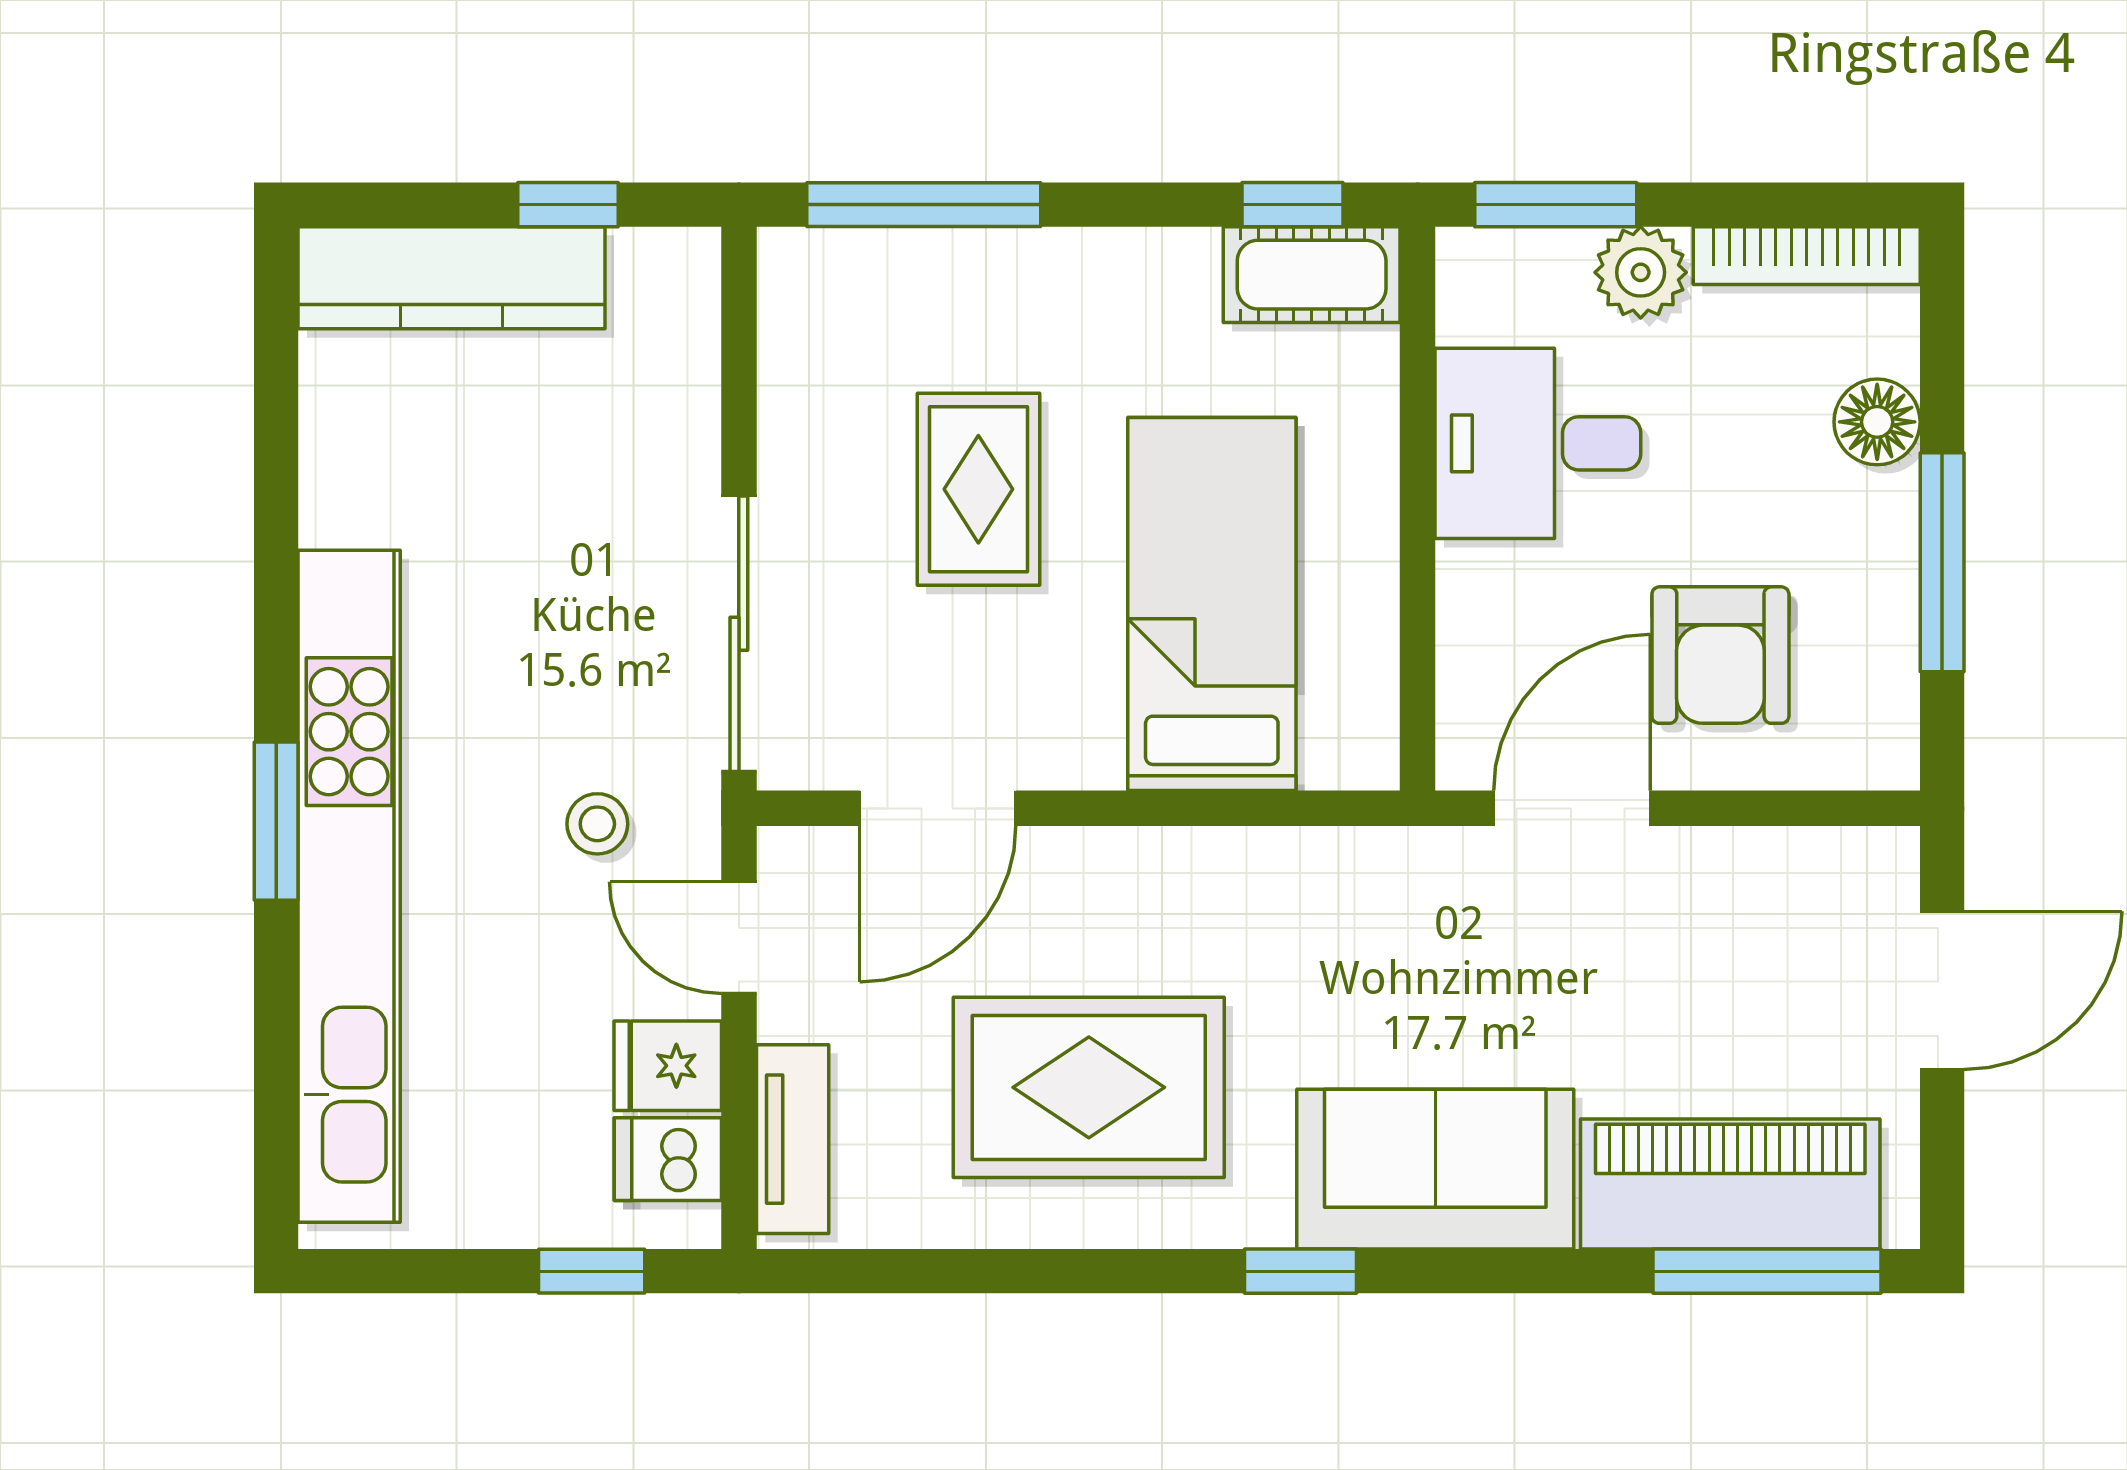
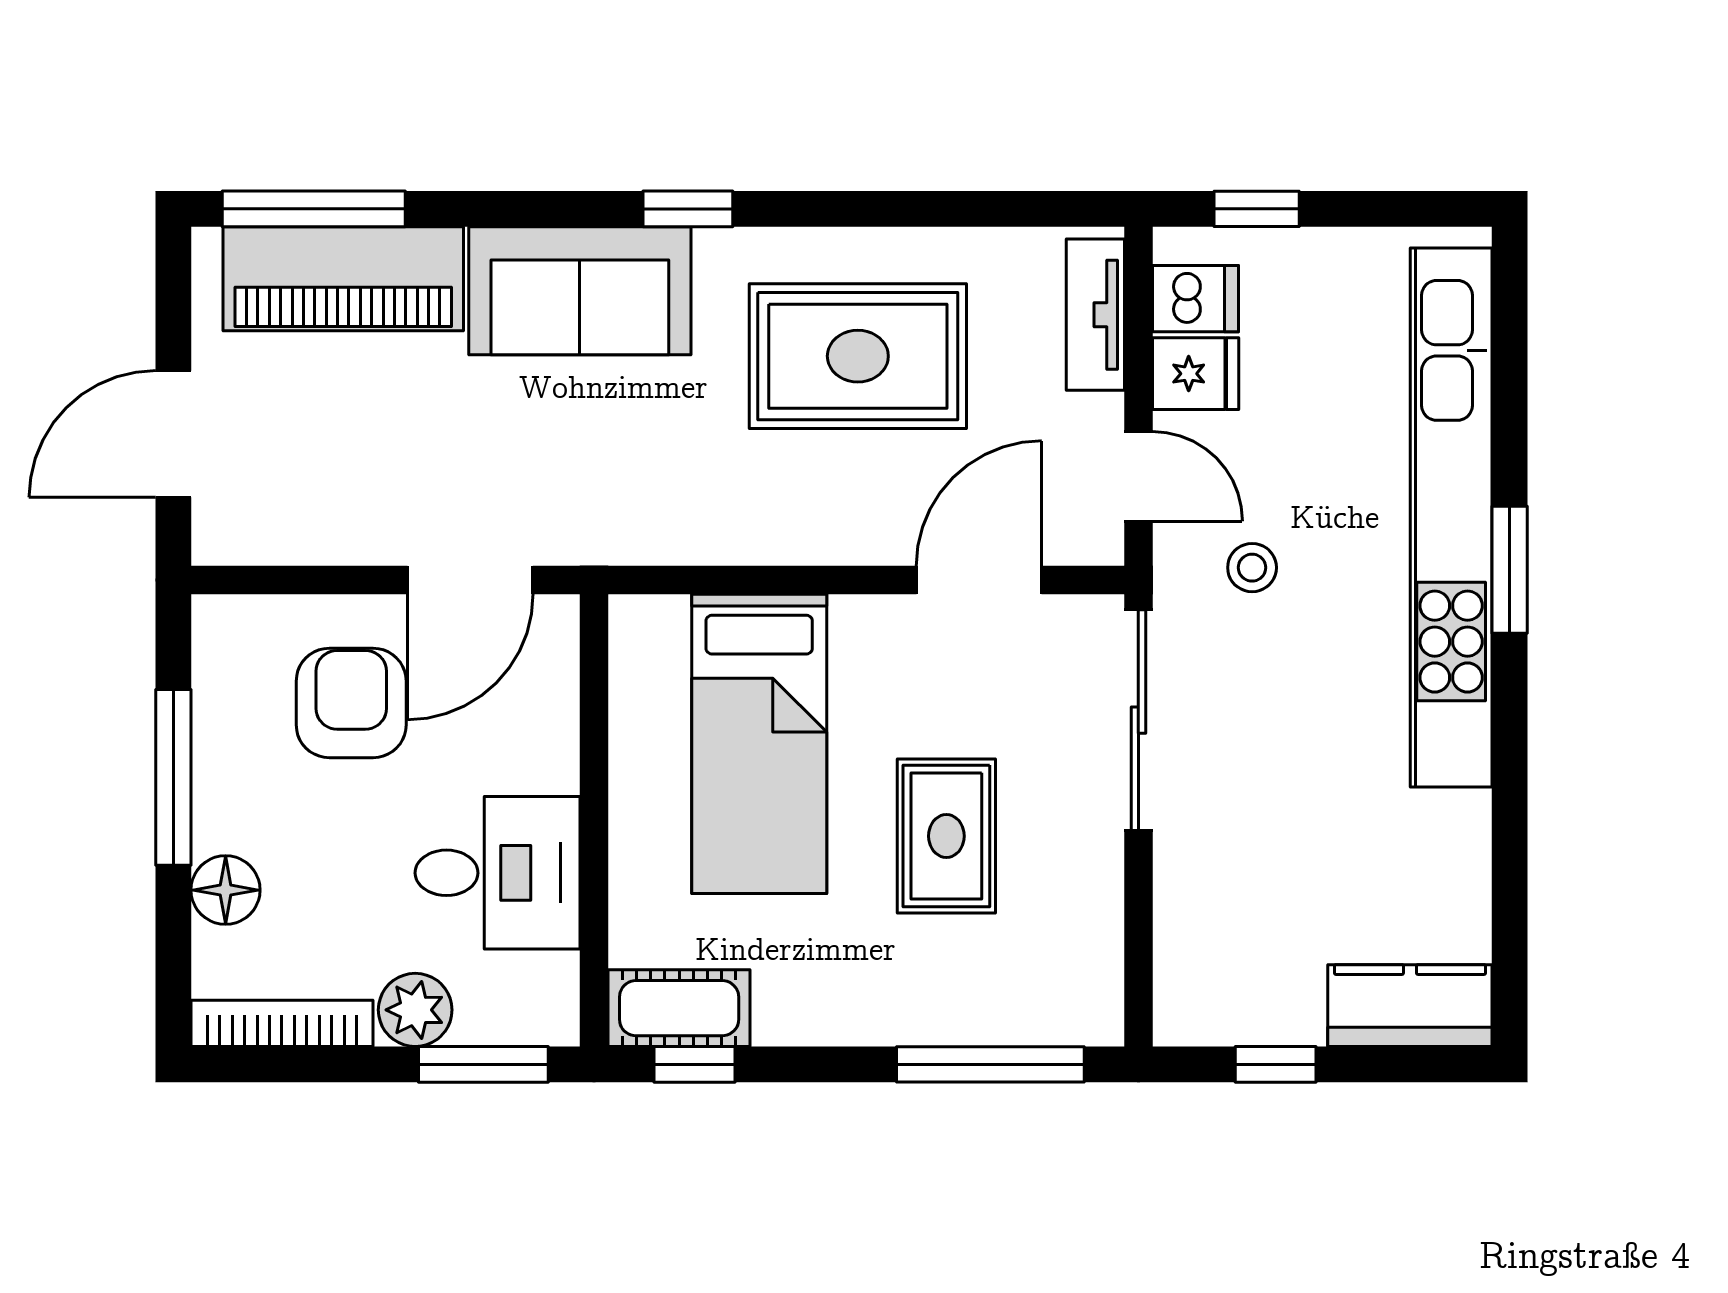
kitchen counter: (452, 278) -> (1410, 1006), width x0.67

